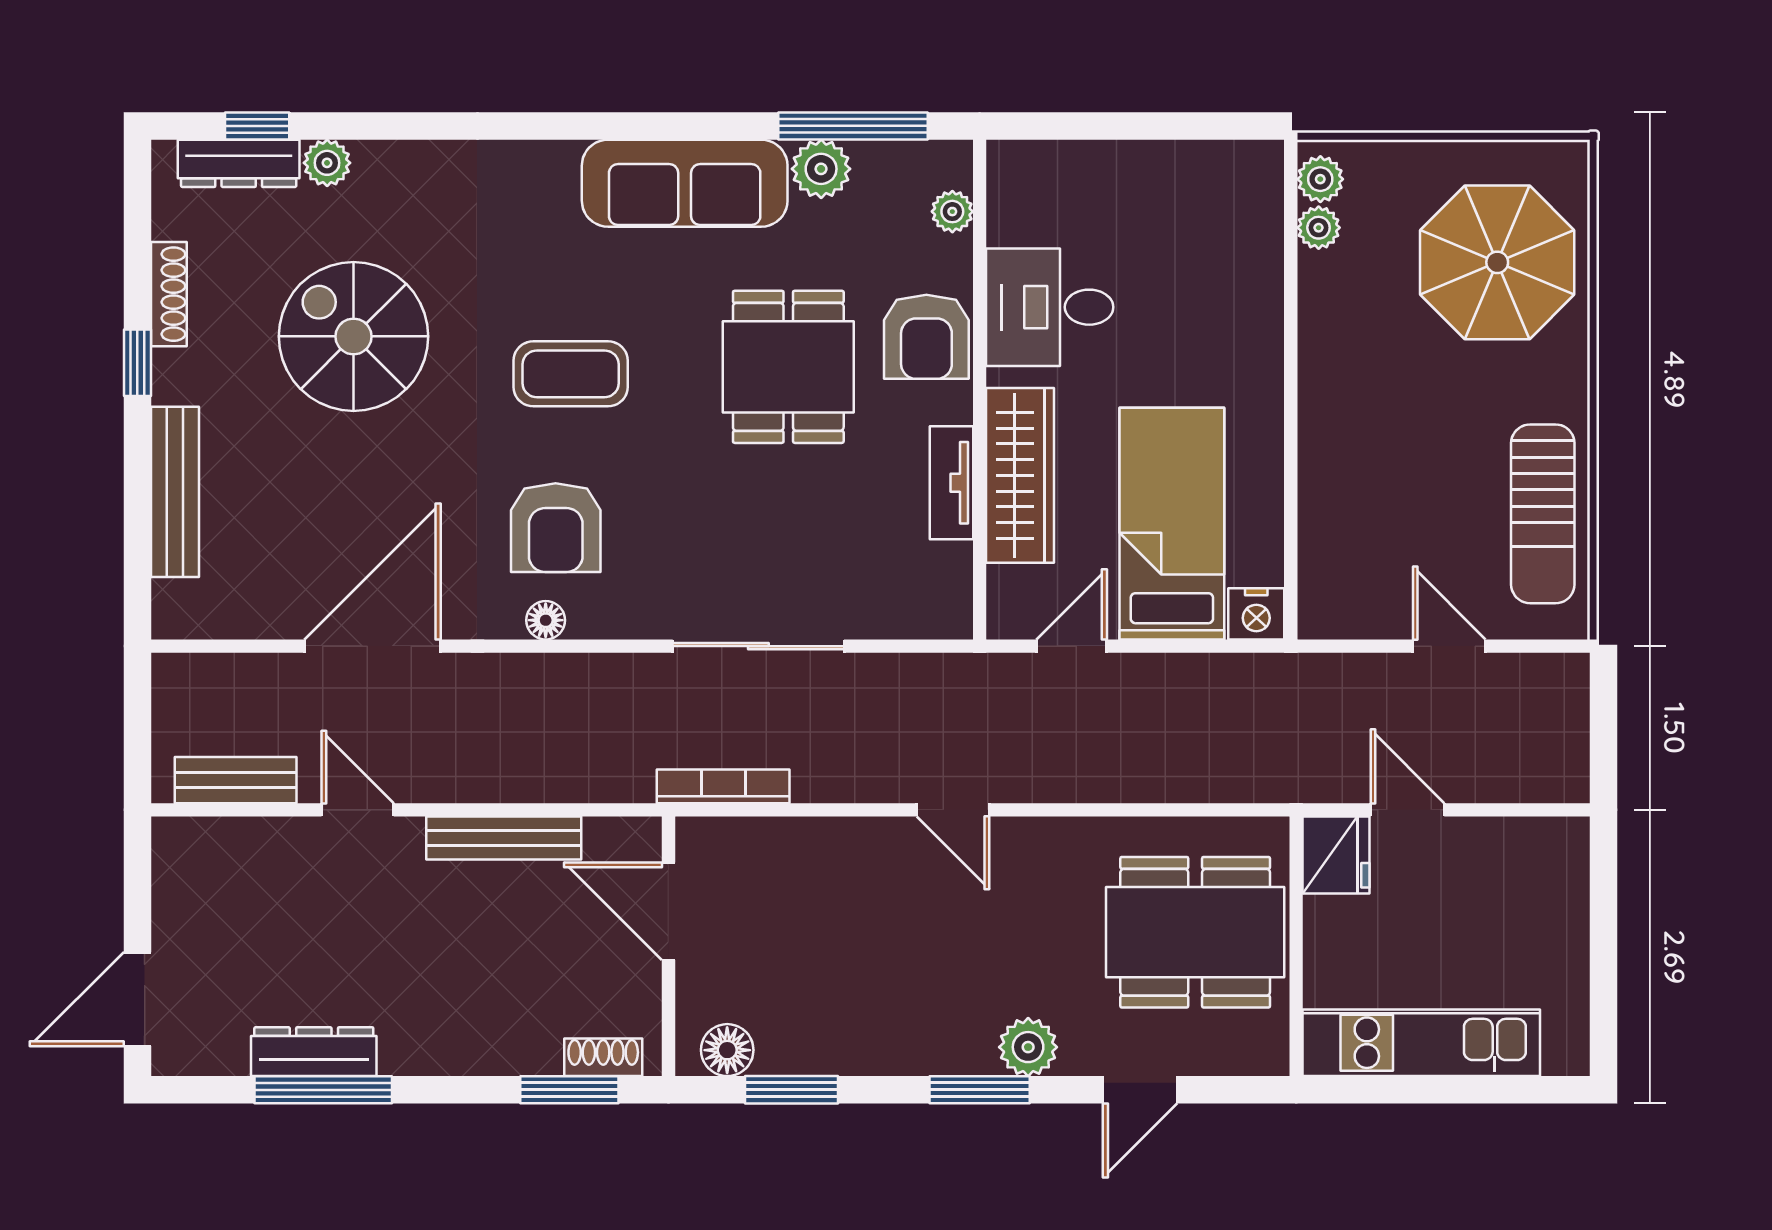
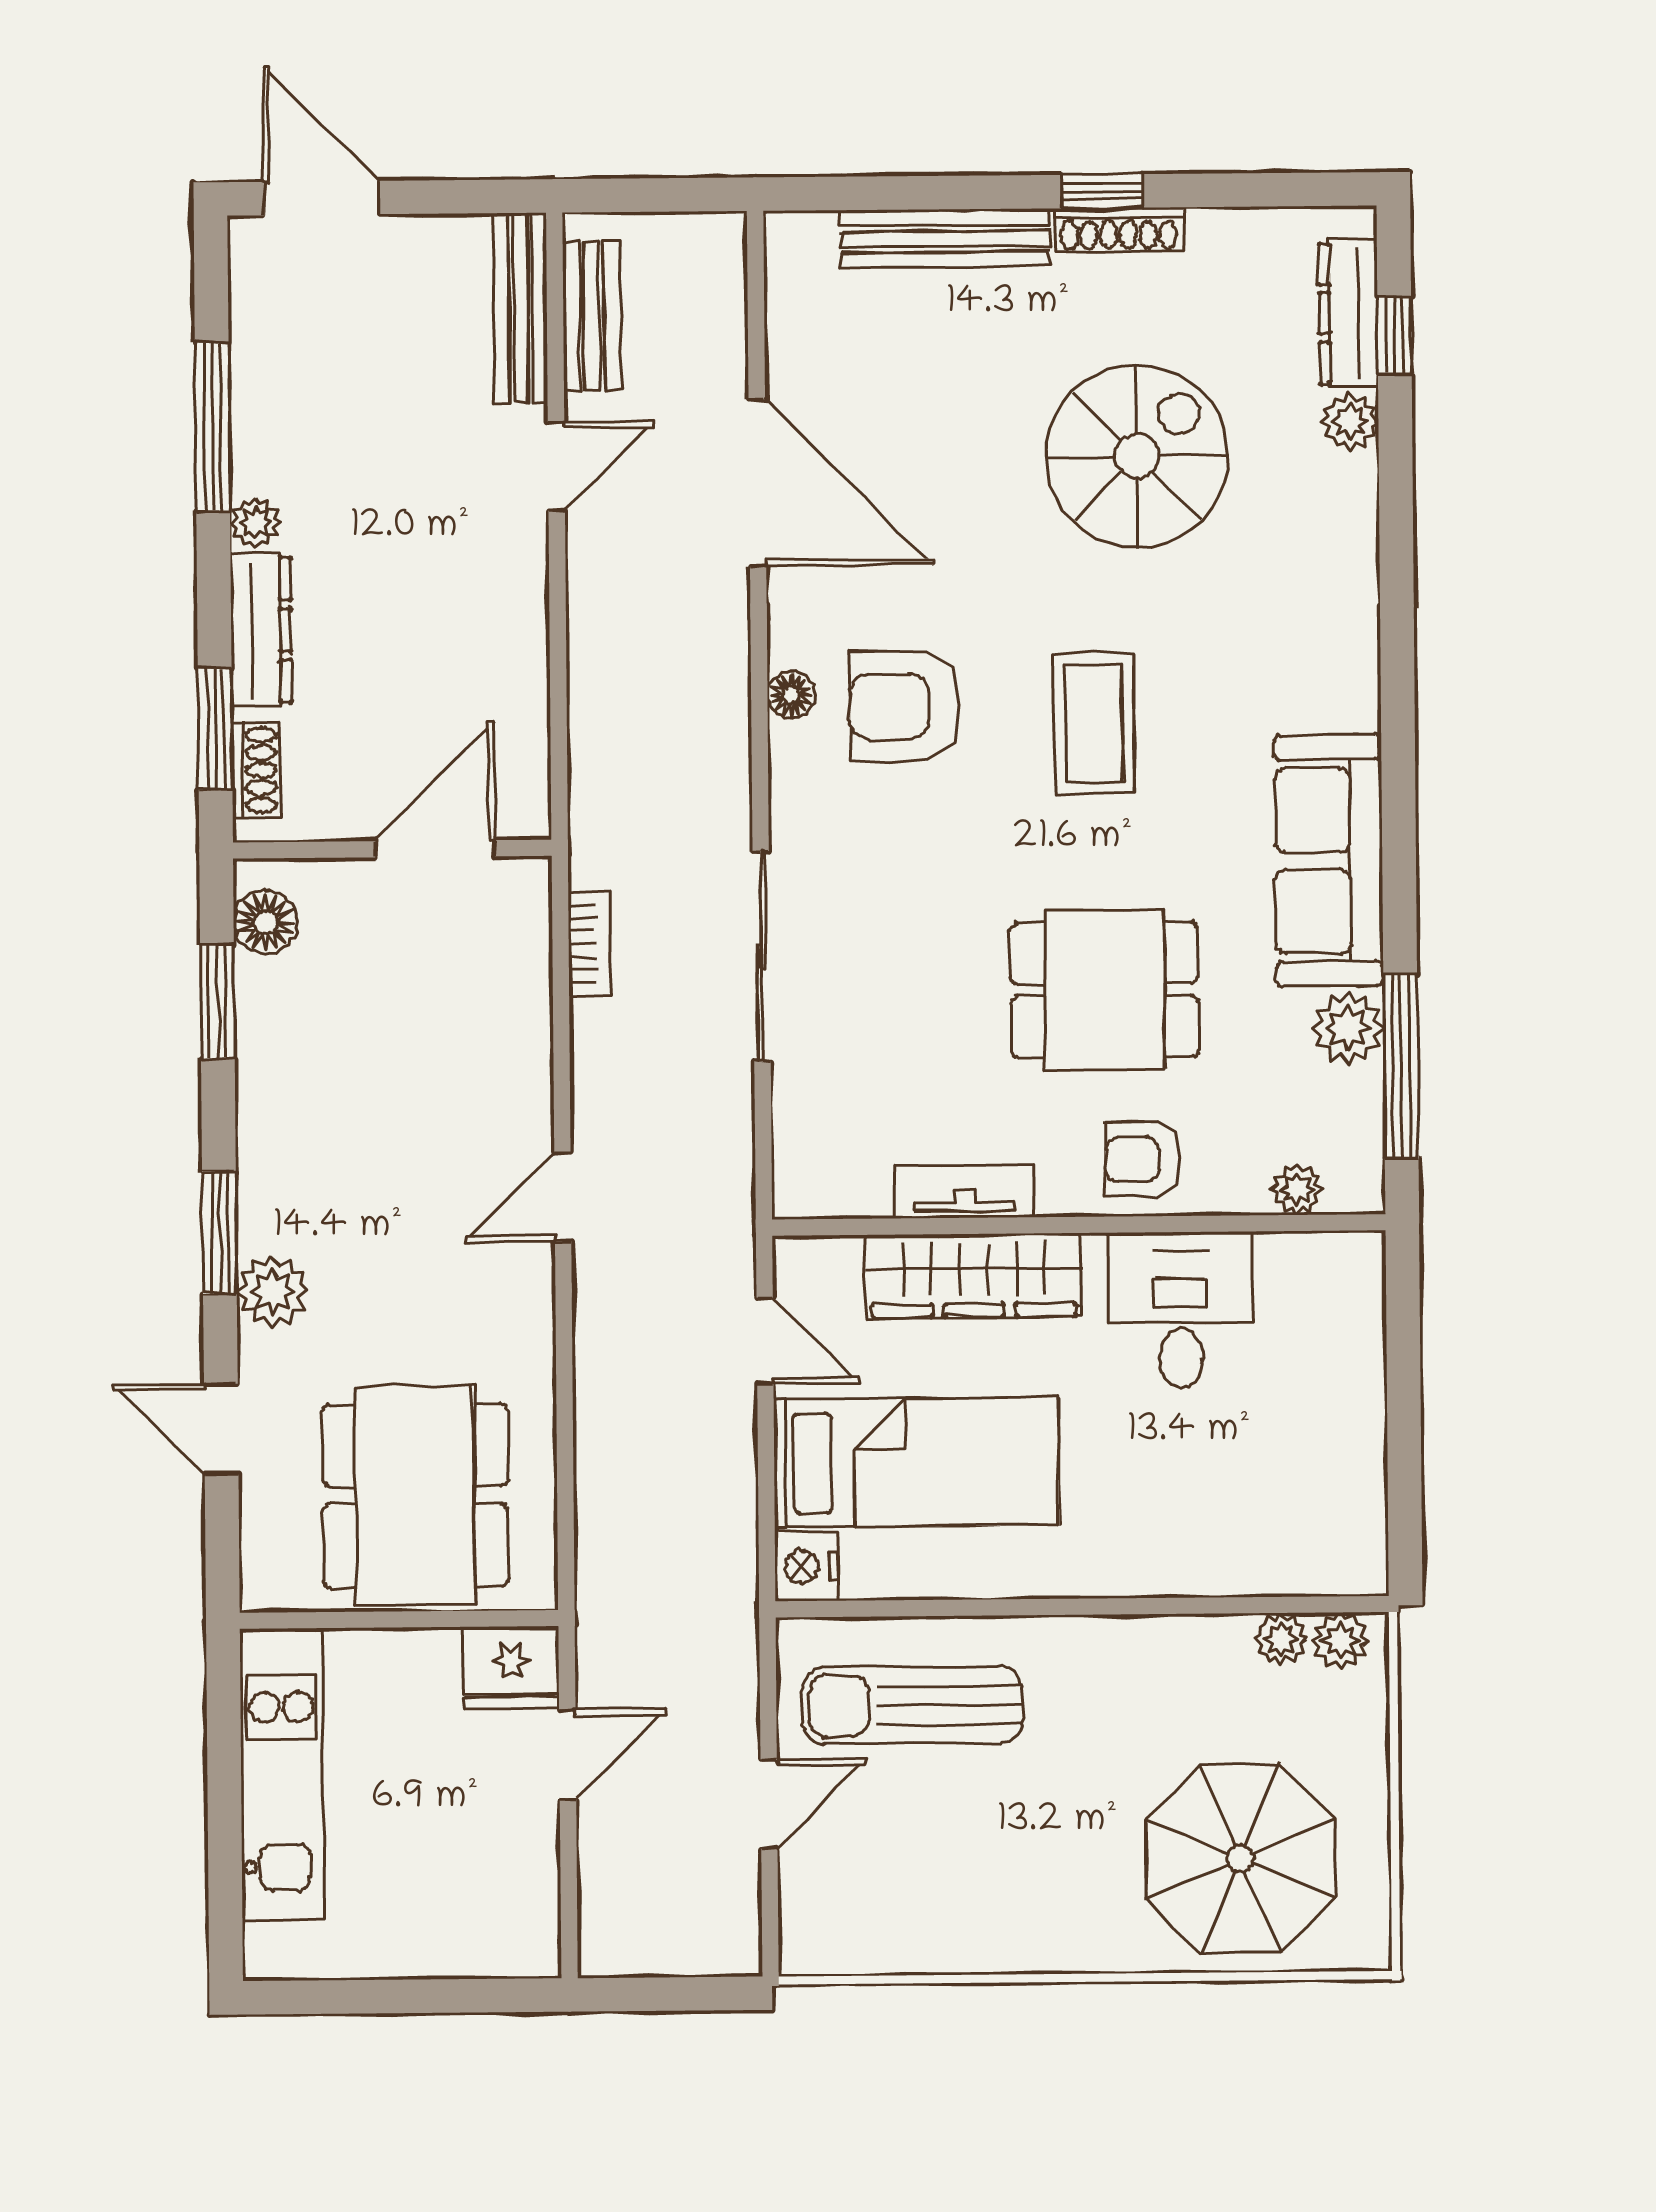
shoe rack: (169, 294) -> (1119, 230), moved
armchair: (926, 337) -> (1143, 1159), width x0.72, depth x0.72
sun lounger: (1543, 514) -> (912, 1705), moved
bookcase: (723, 786) -> (589, 944), width x0.64
bench: (504, 838) -> (520, 308), moved
dresser: (314, 1052) -> (261, 630), moved
plant: (401, 1056) -> (255, 523), added

